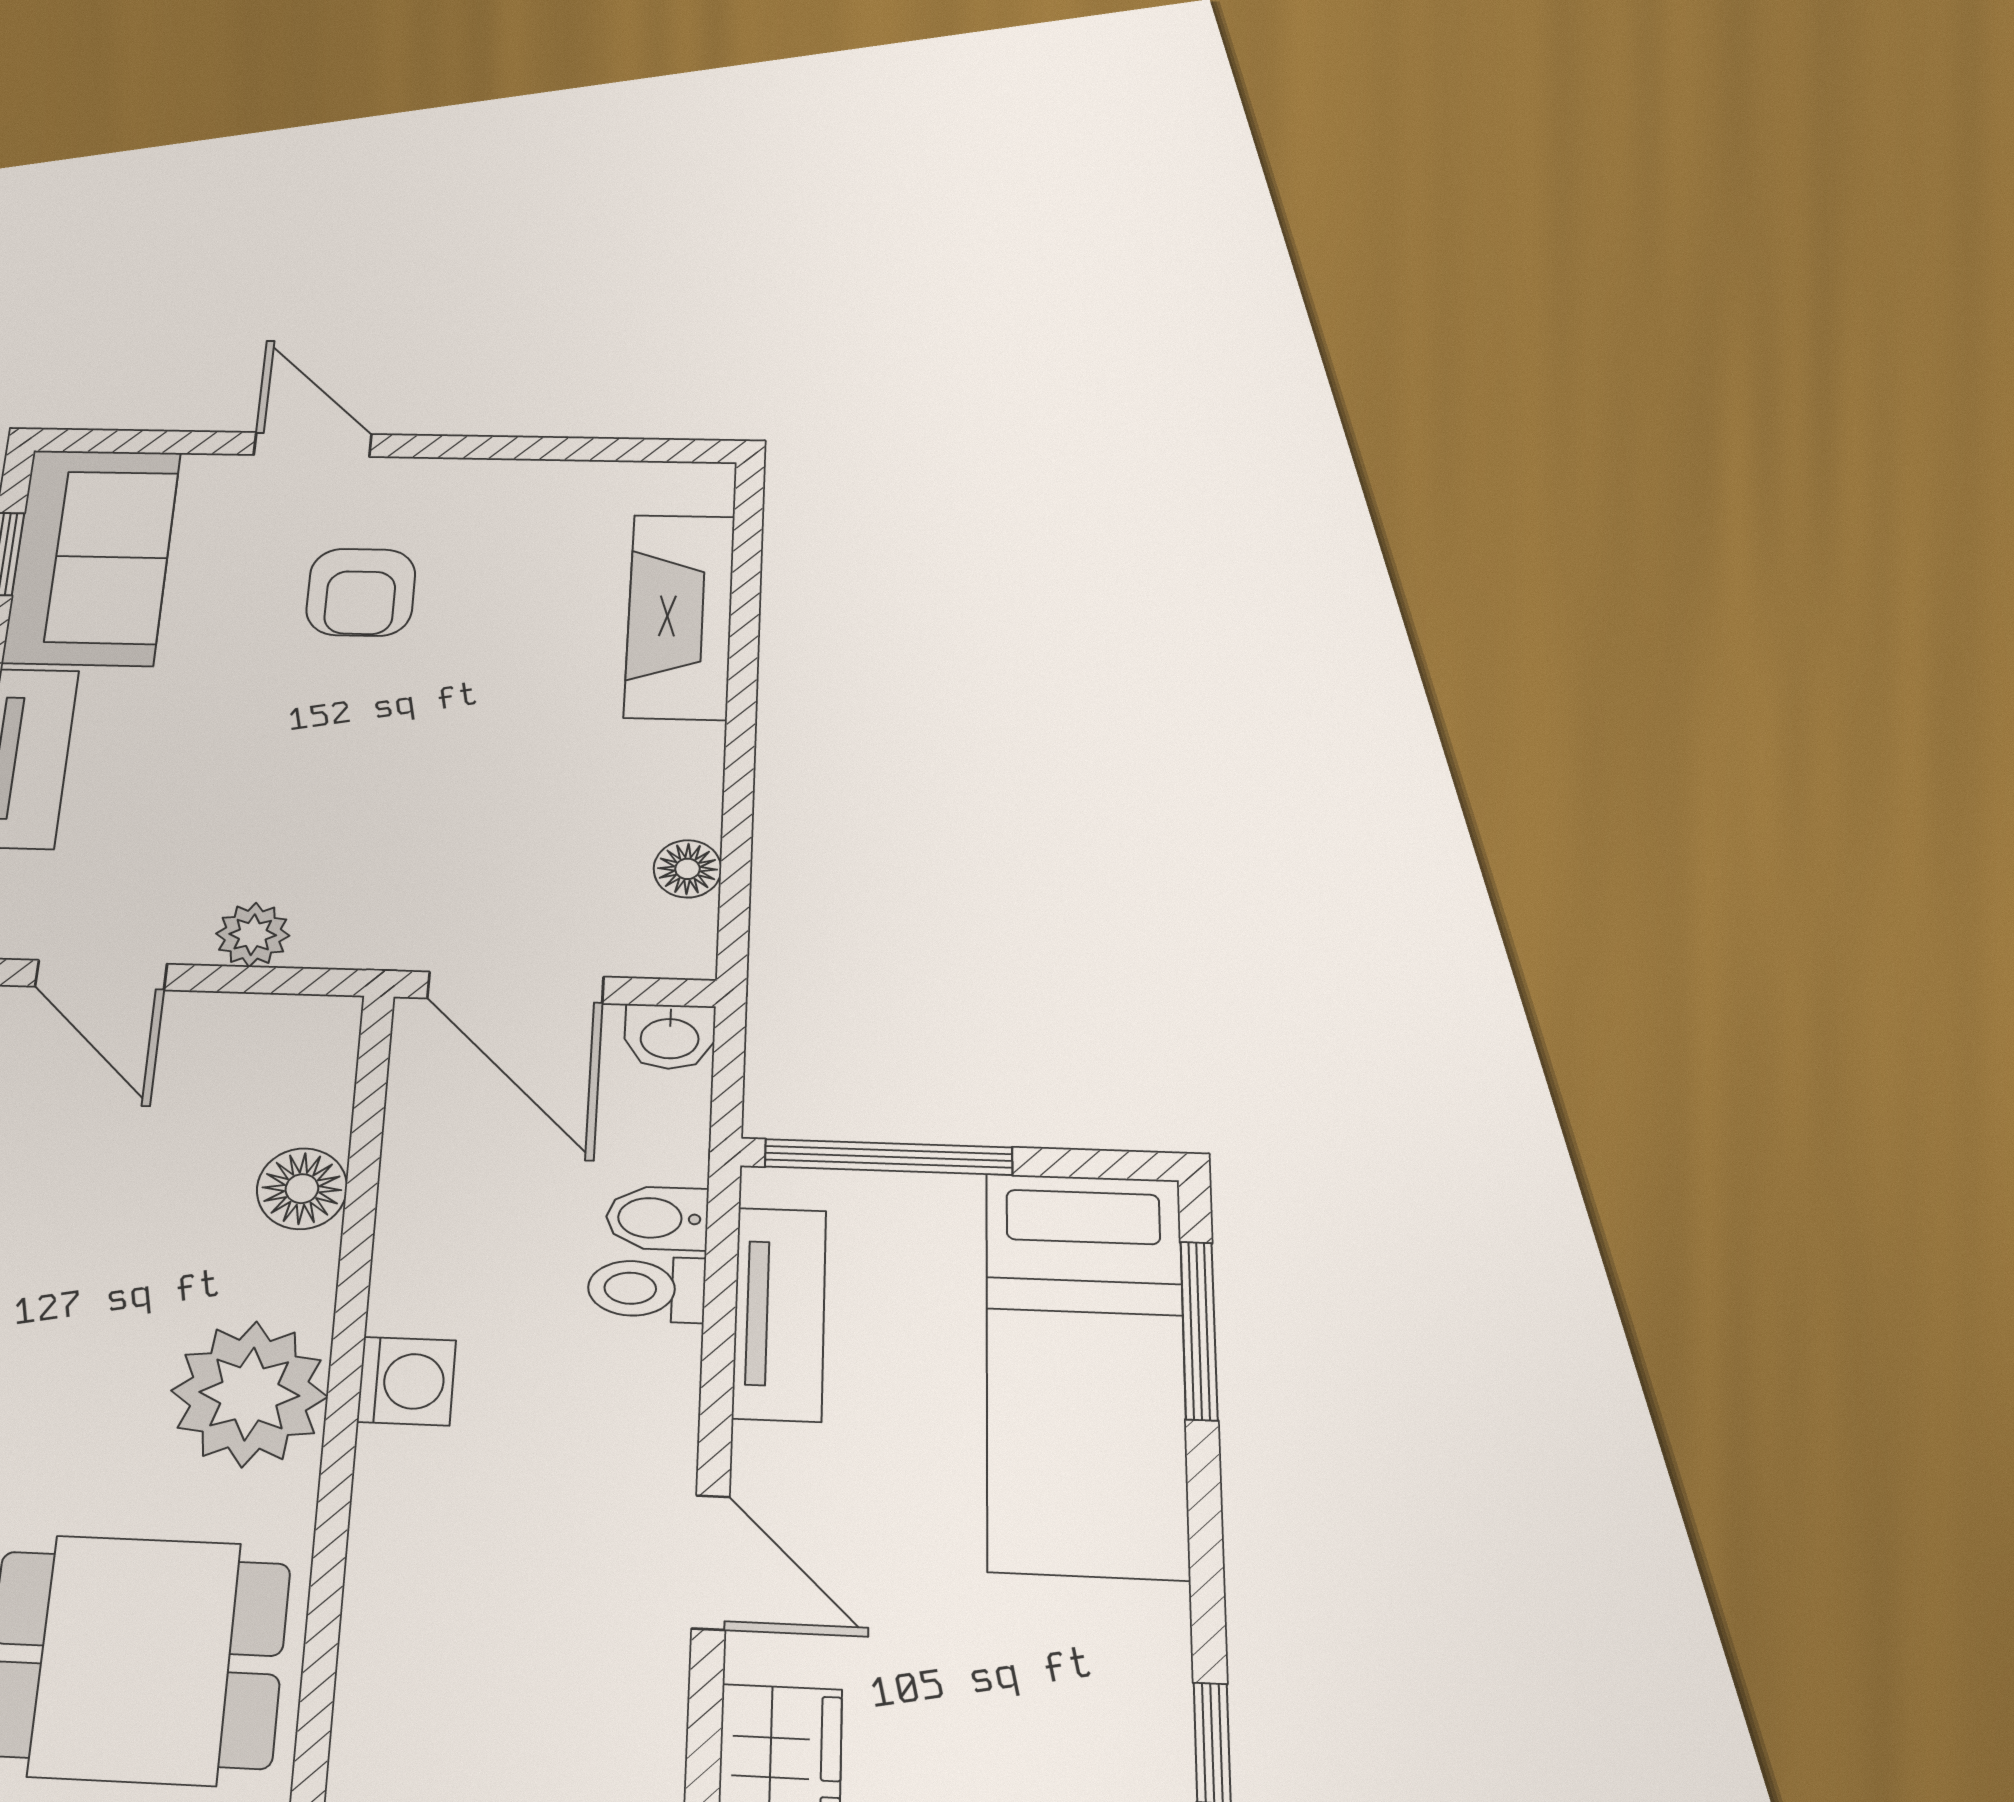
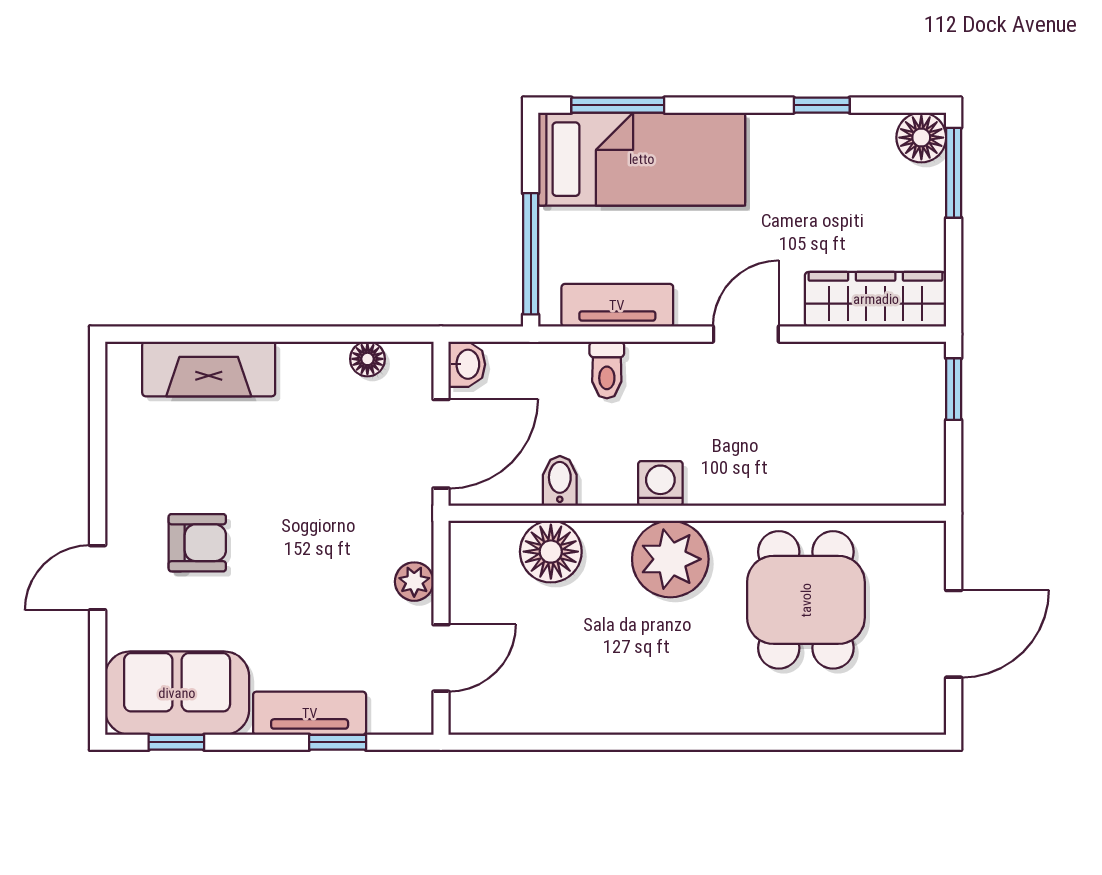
floor lamp: (302, 1189) -> (551, 552), width x1.38, depth x1.38
bidet: (657, 1218) -> (560, 481), moved, turned 180

